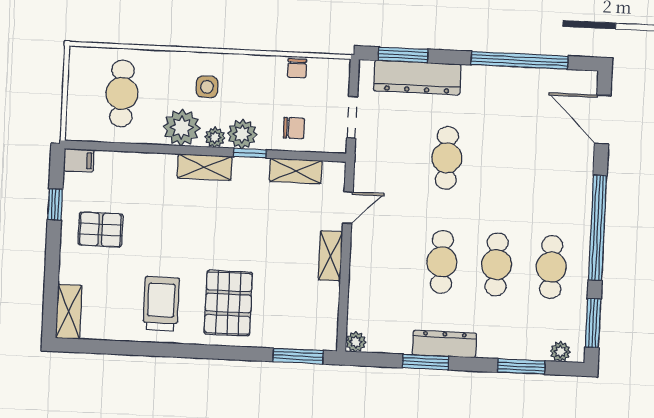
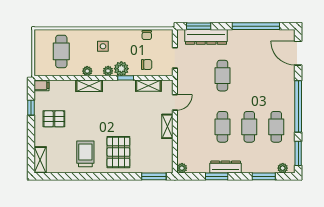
plant: (182, 128) -> (87, 71), width x0.53, depth x0.53
shelving: (205, 167) -> (89, 86), moved

